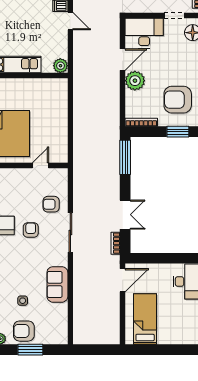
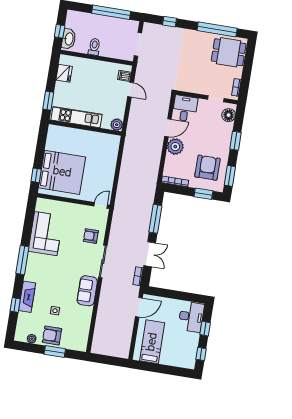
desk: (144, 33) -> (185, 108), width x0.73
armchair: (178, 100) -> (207, 168), turned 90
window: (125, 157) -> (155, 219), moved
door: (41, 166) -> (101, 205), moved
armchair: (31, 230) -> (71, 254), removed
sofa: (57, 284) -> (87, 291), moved

